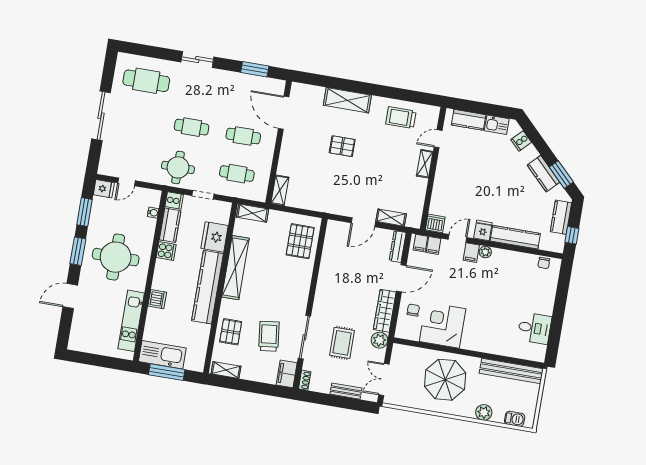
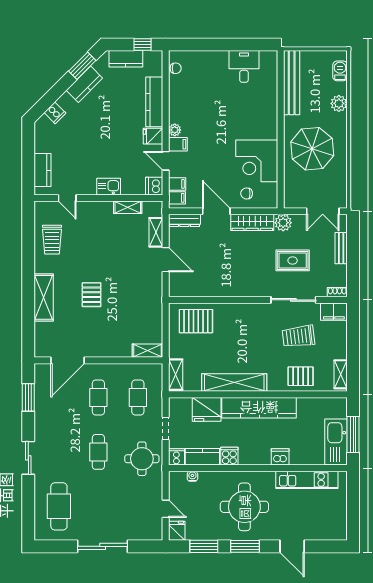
kitchen sink: (497, 125) -> (109, 187), moved, turned -90
shelving: (425, 164) -> (128, 207), moved

